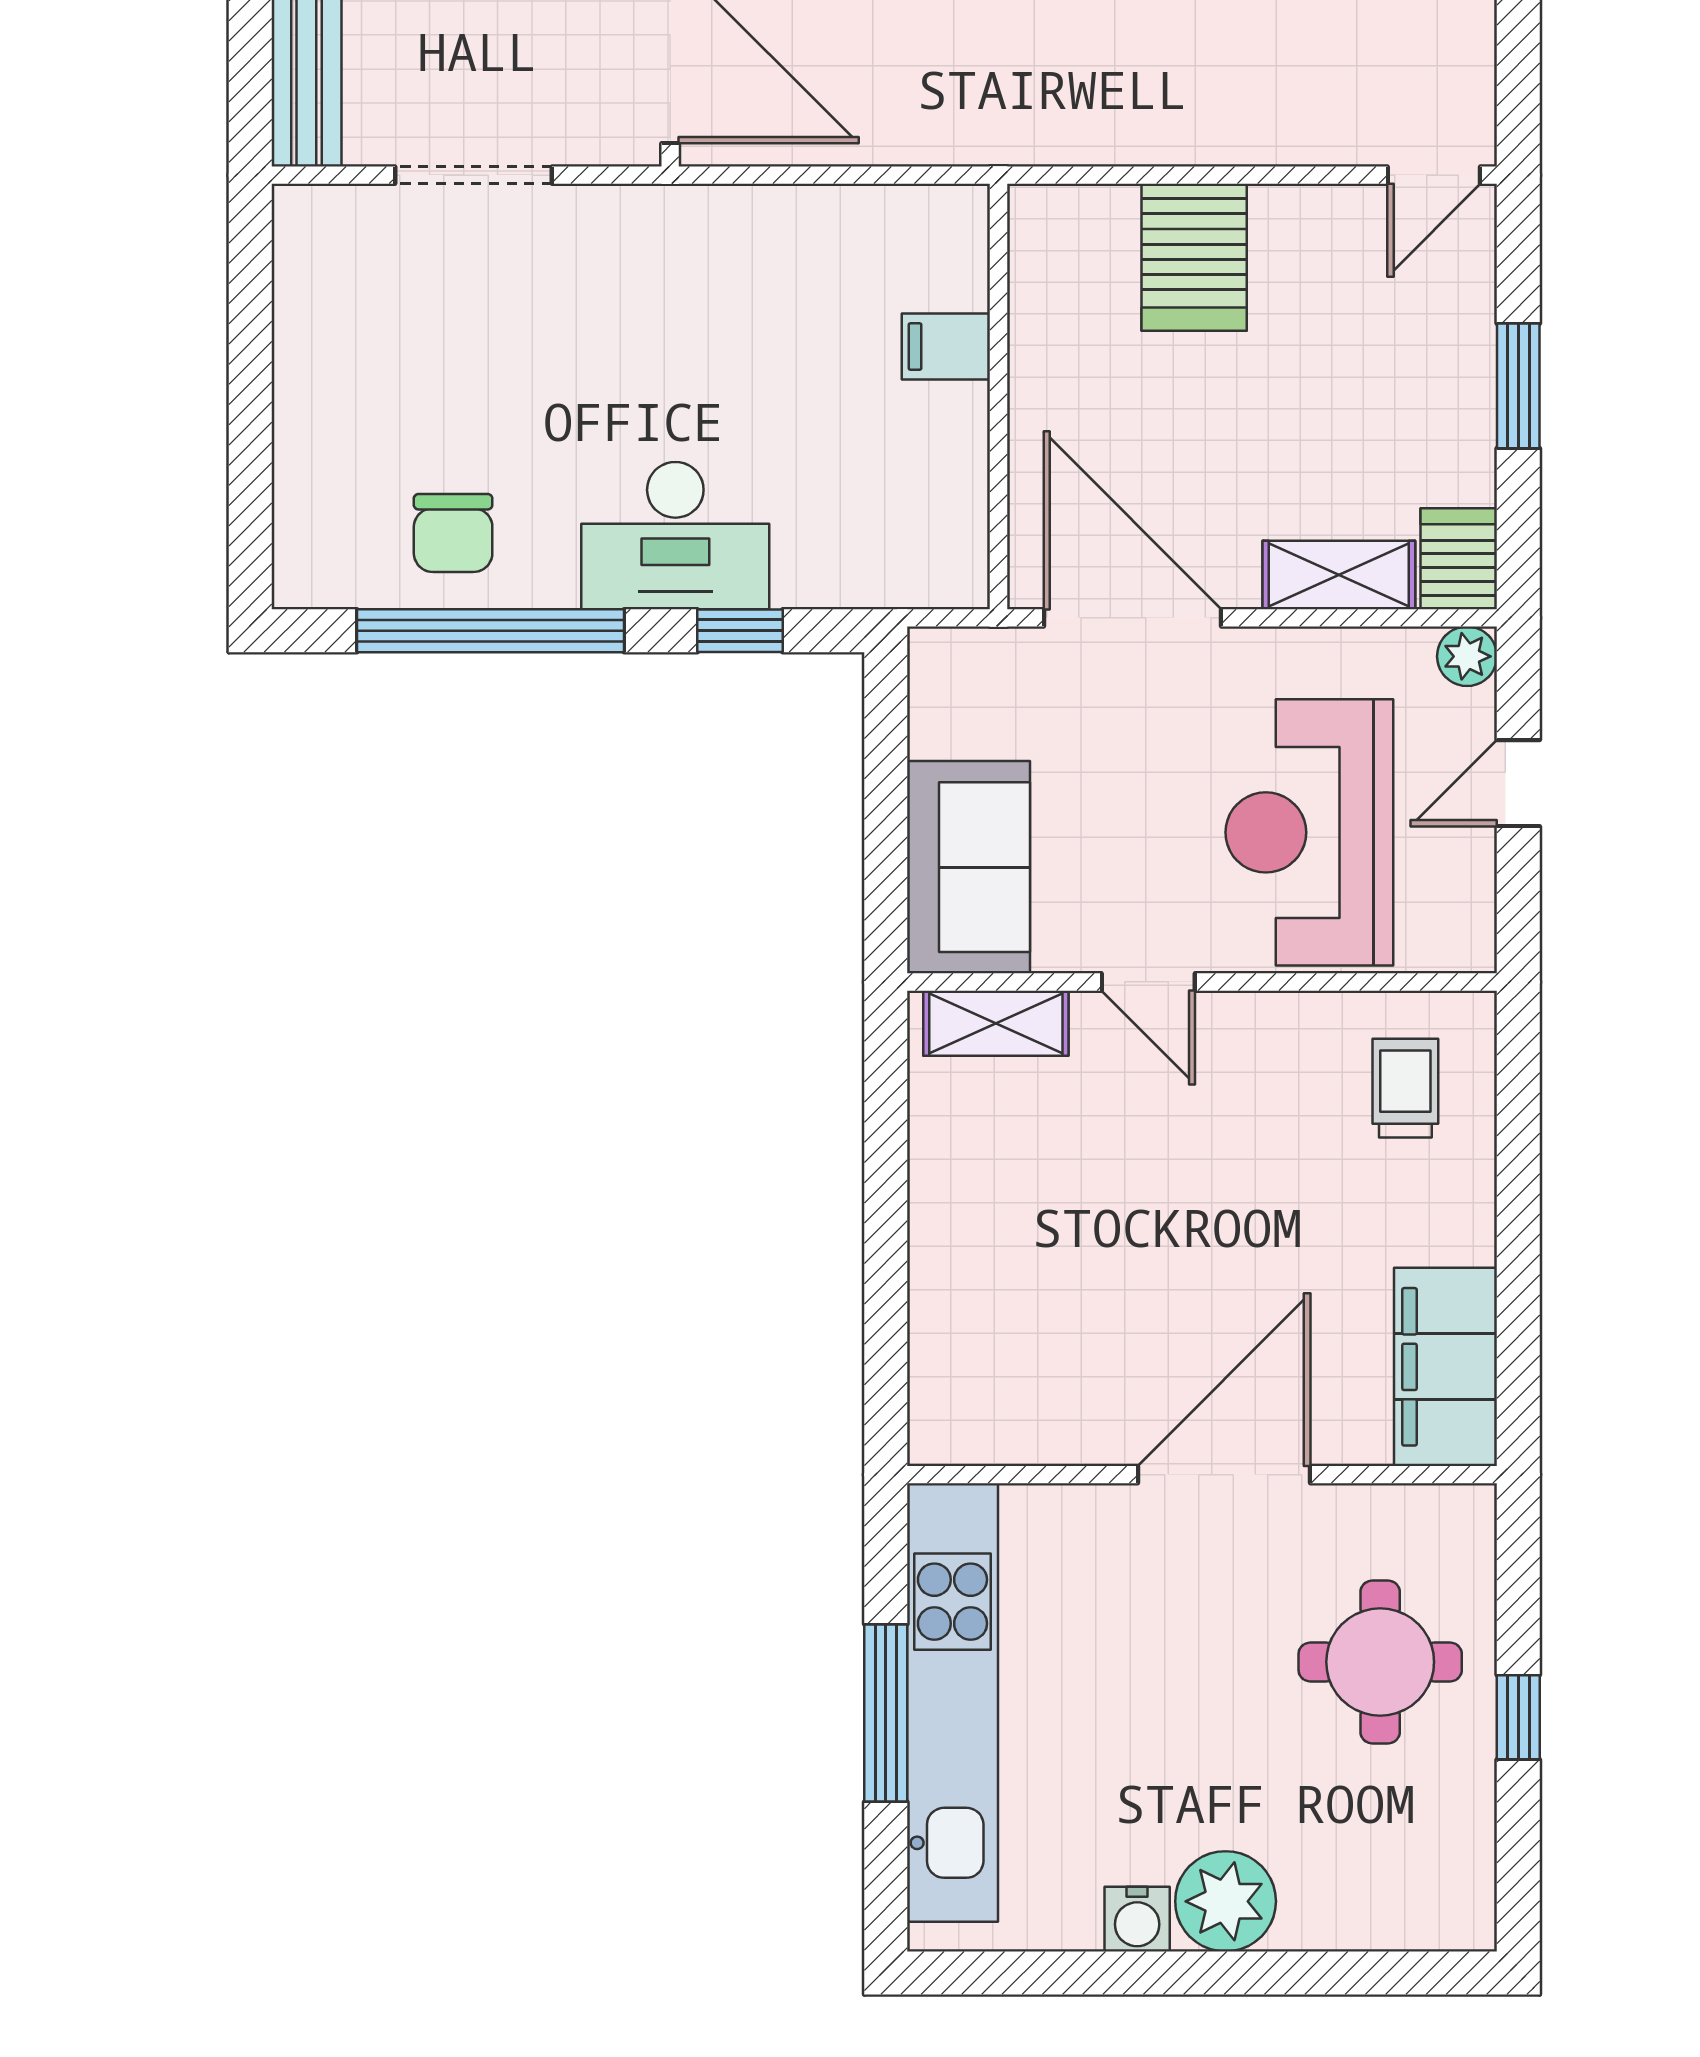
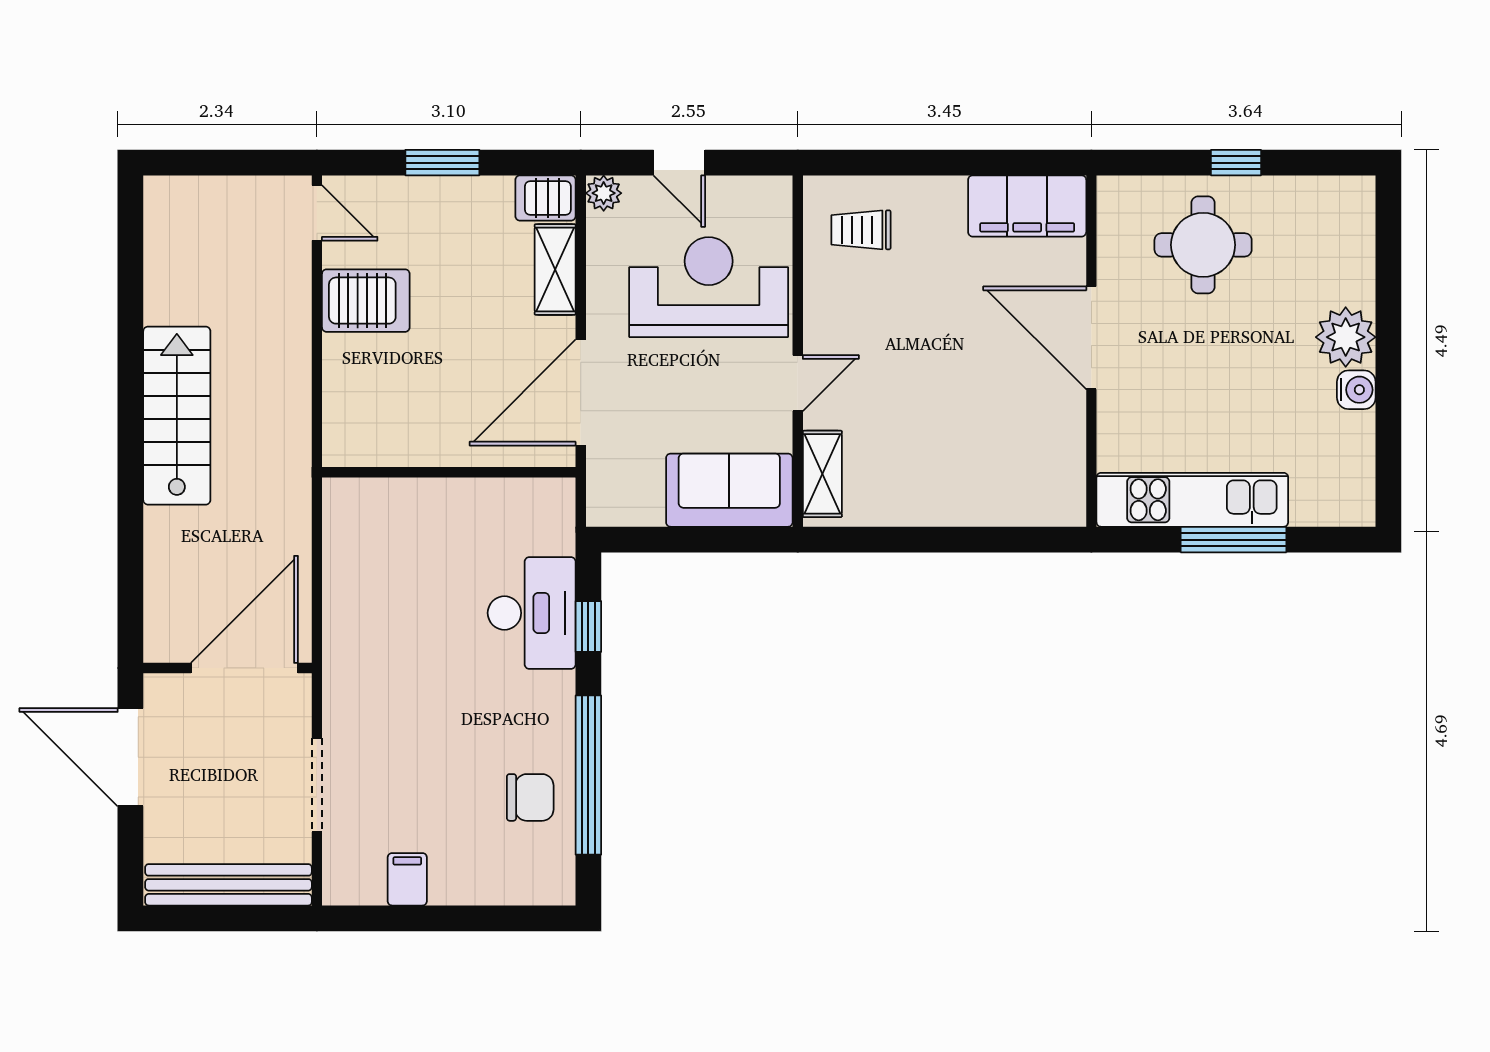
server rack: (1194, 257) -> (366, 301), moved
filing cabinet: (946, 347) -> (407, 879), moved, turned 180
desk: (675, 536) -> (532, 613), moved
reception desk: (1309, 832) -> (709, 287), turned 180
kitchen unit: (952, 1702) -> (1192, 500), width x0.73

